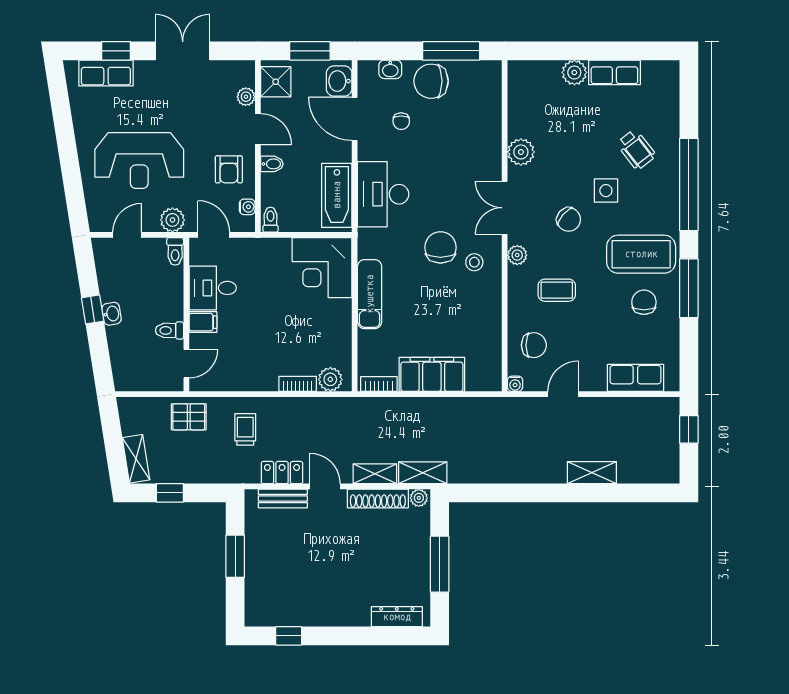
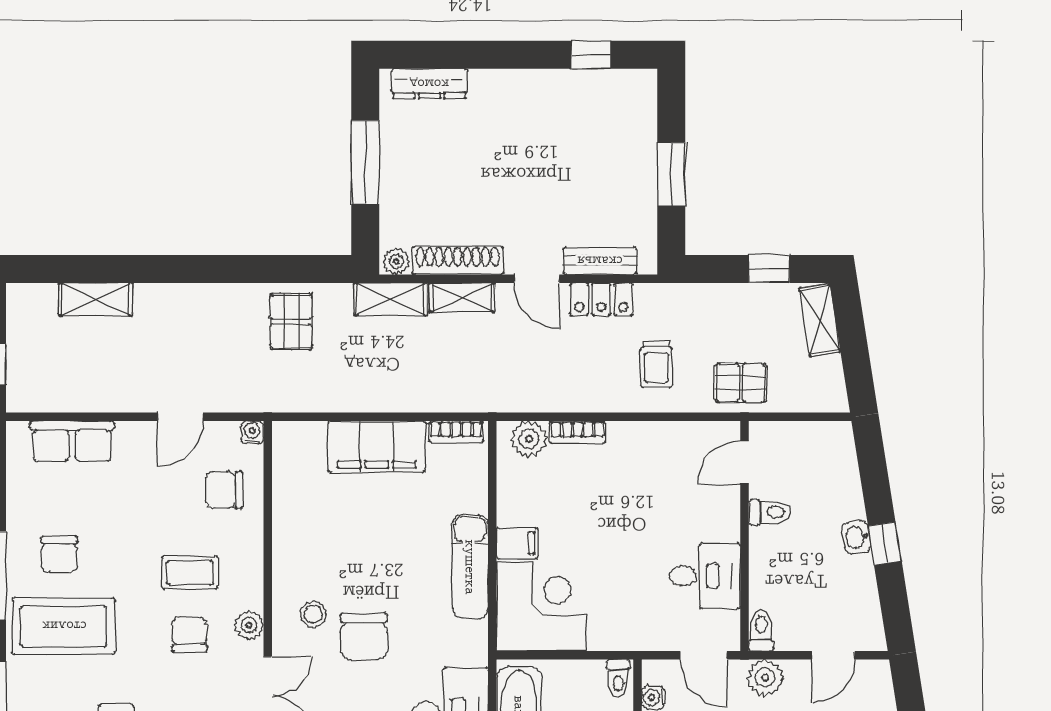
chair: (569, 219) -> (190, 634), moved, turned 49
filing cabinet: (203, 322) -> (517, 543), moved, turned 180
pallet: (489, 458) -> (291, 321), added
shelving: (592, 473) -> (96, 299), moved

